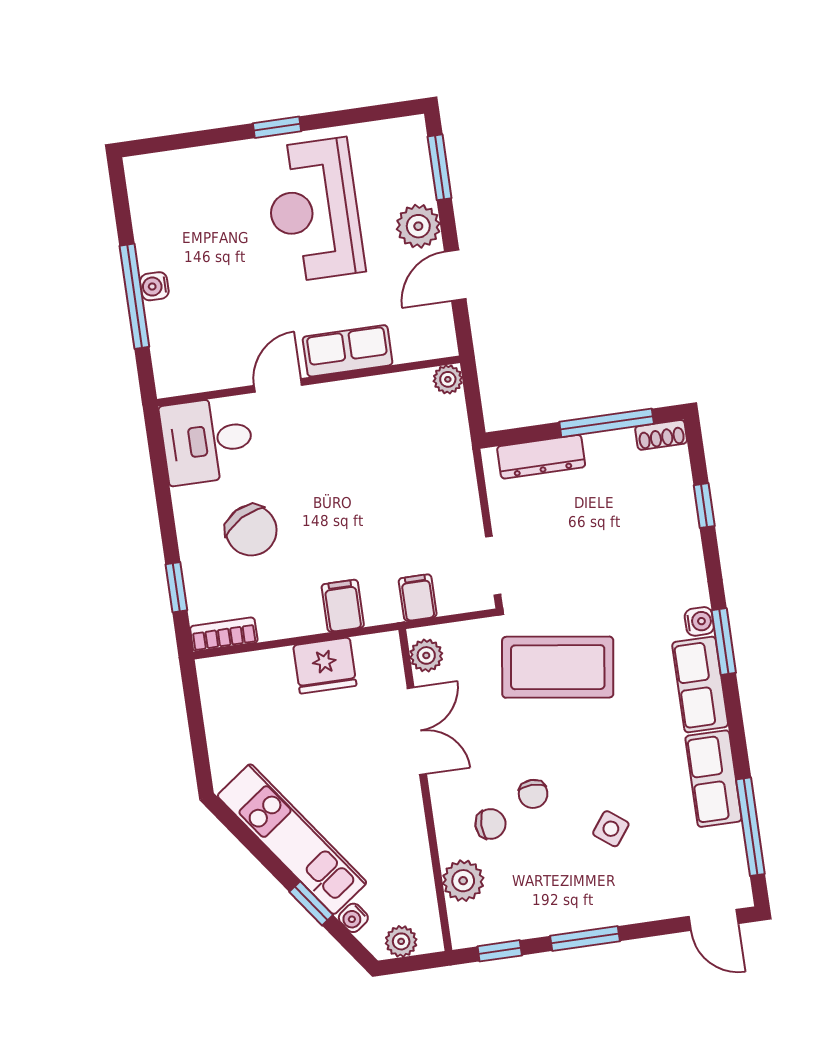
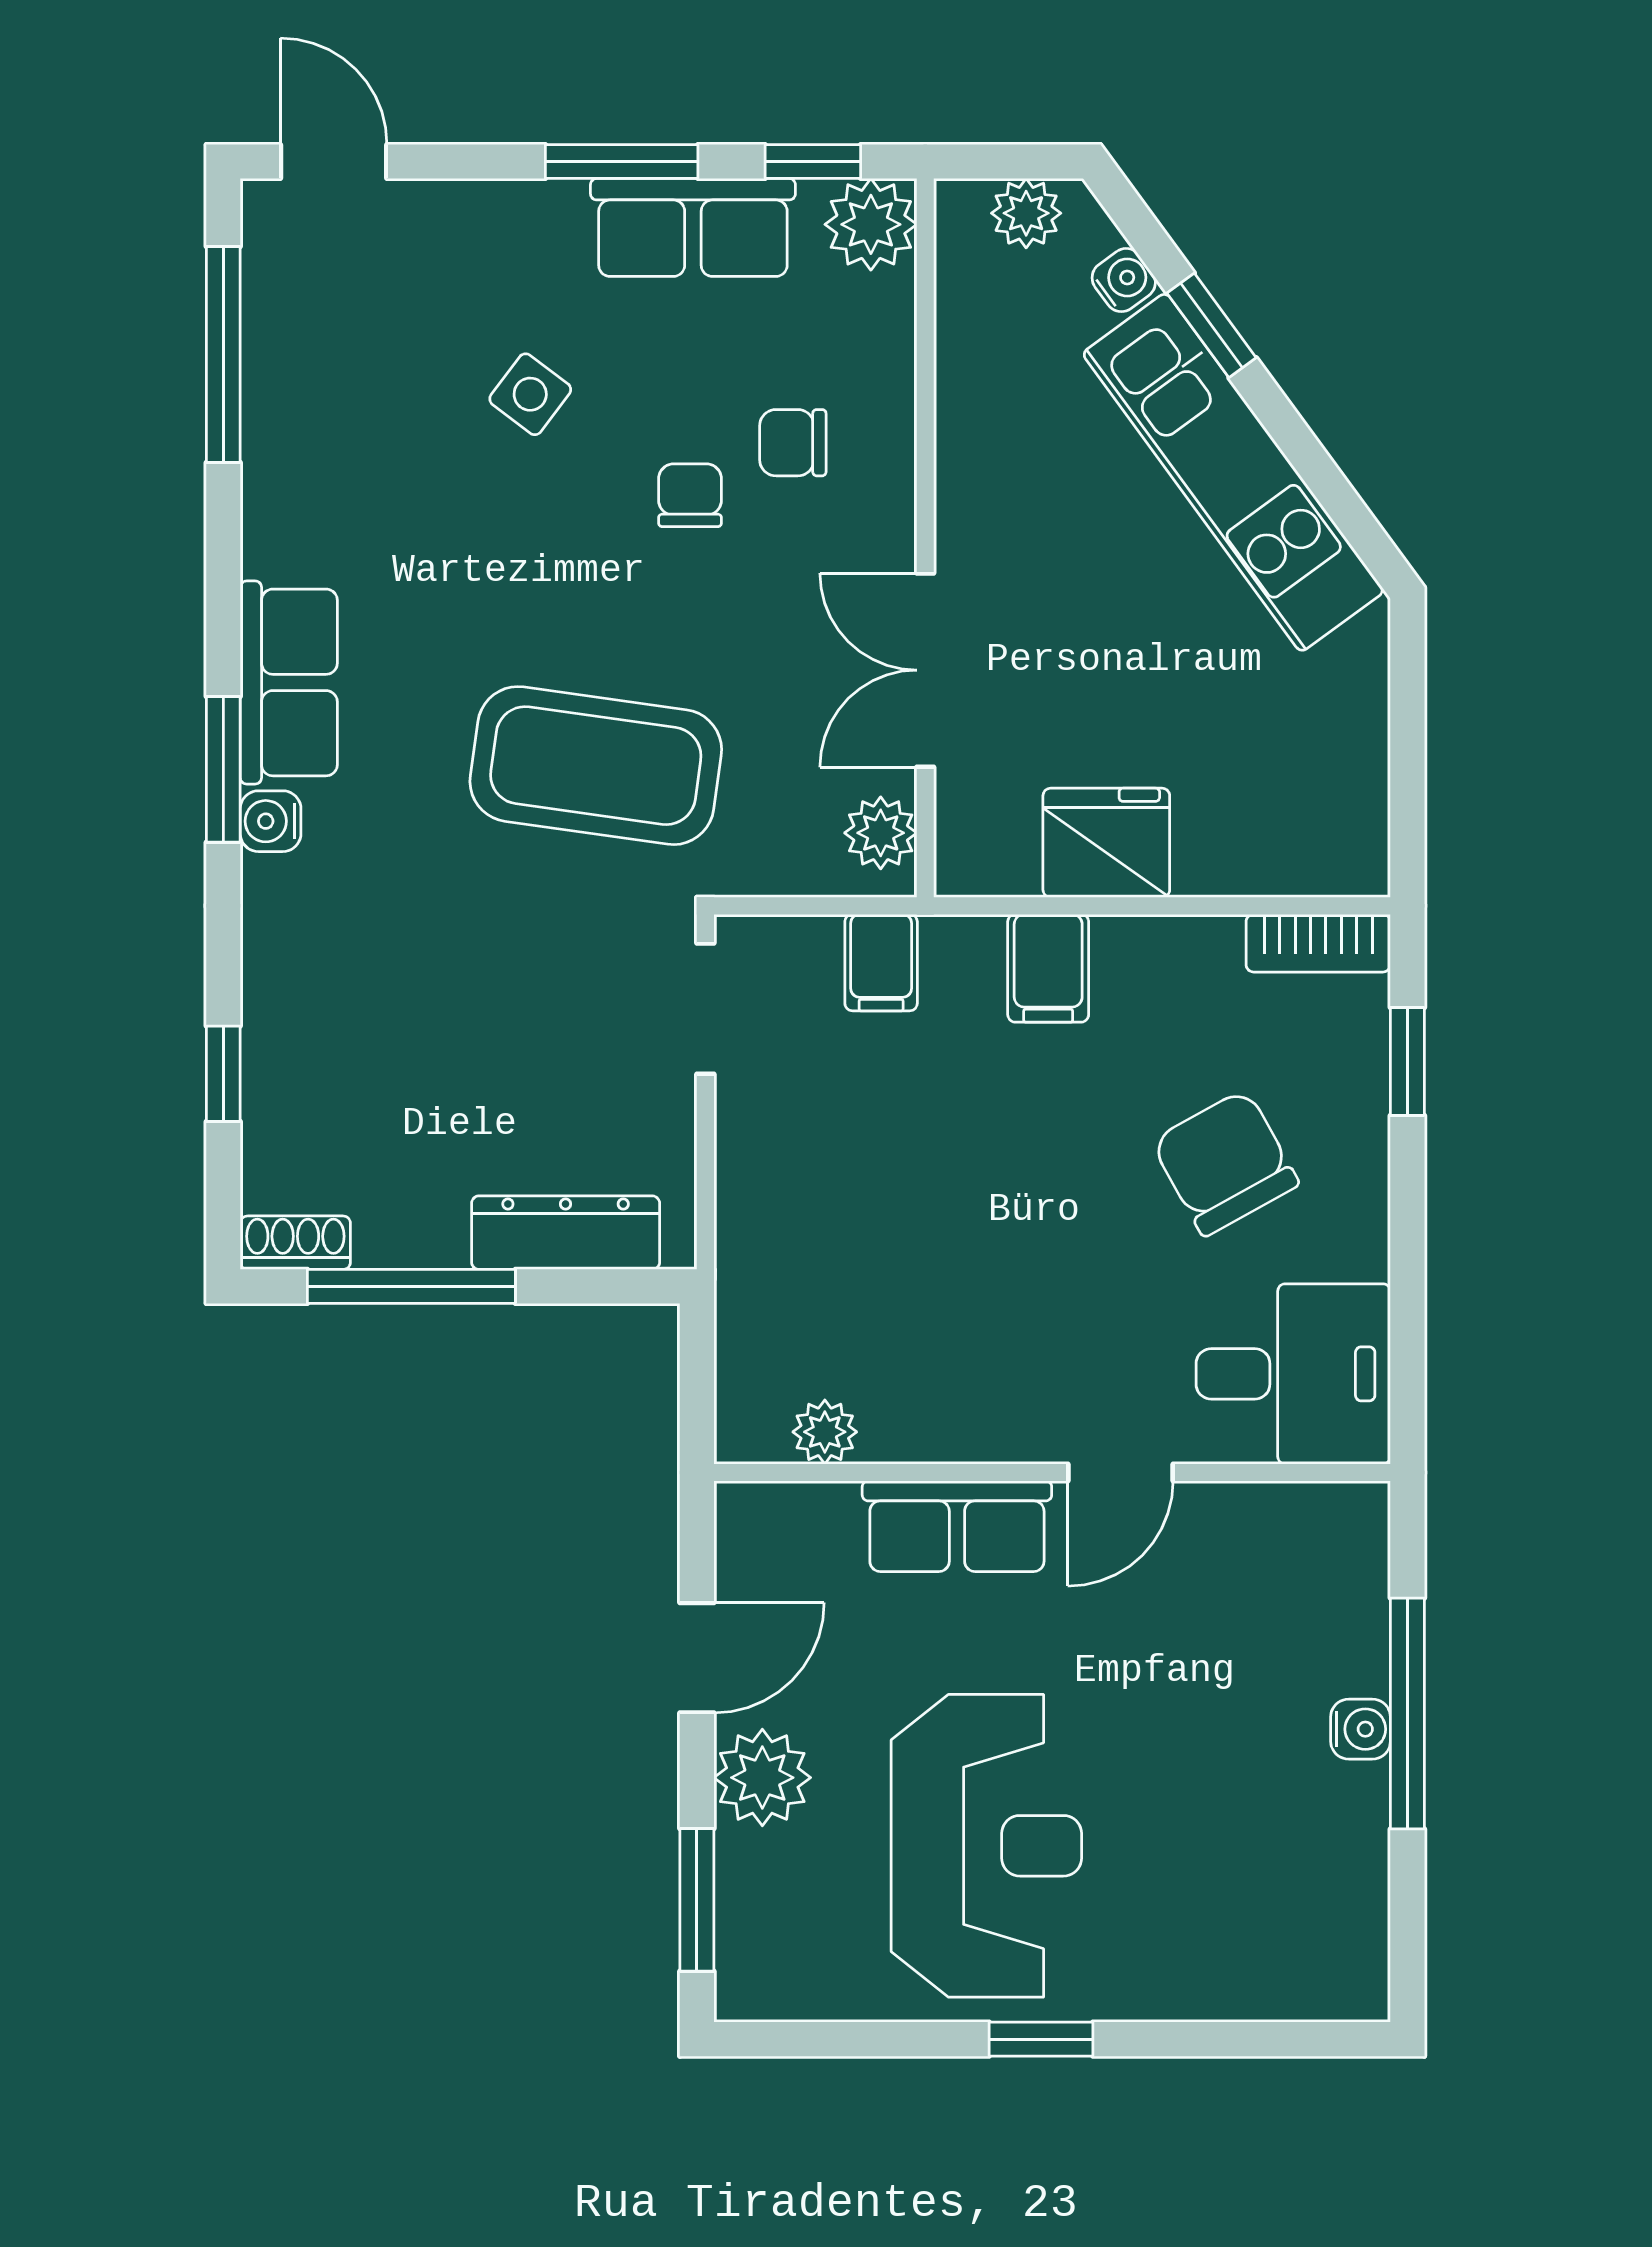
plant: (448, 379) -> (825, 1432), moved
row of seats: (713, 779) -> (693, 227), moved, turned 90
plant: (463, 881) -> (871, 224), moved

